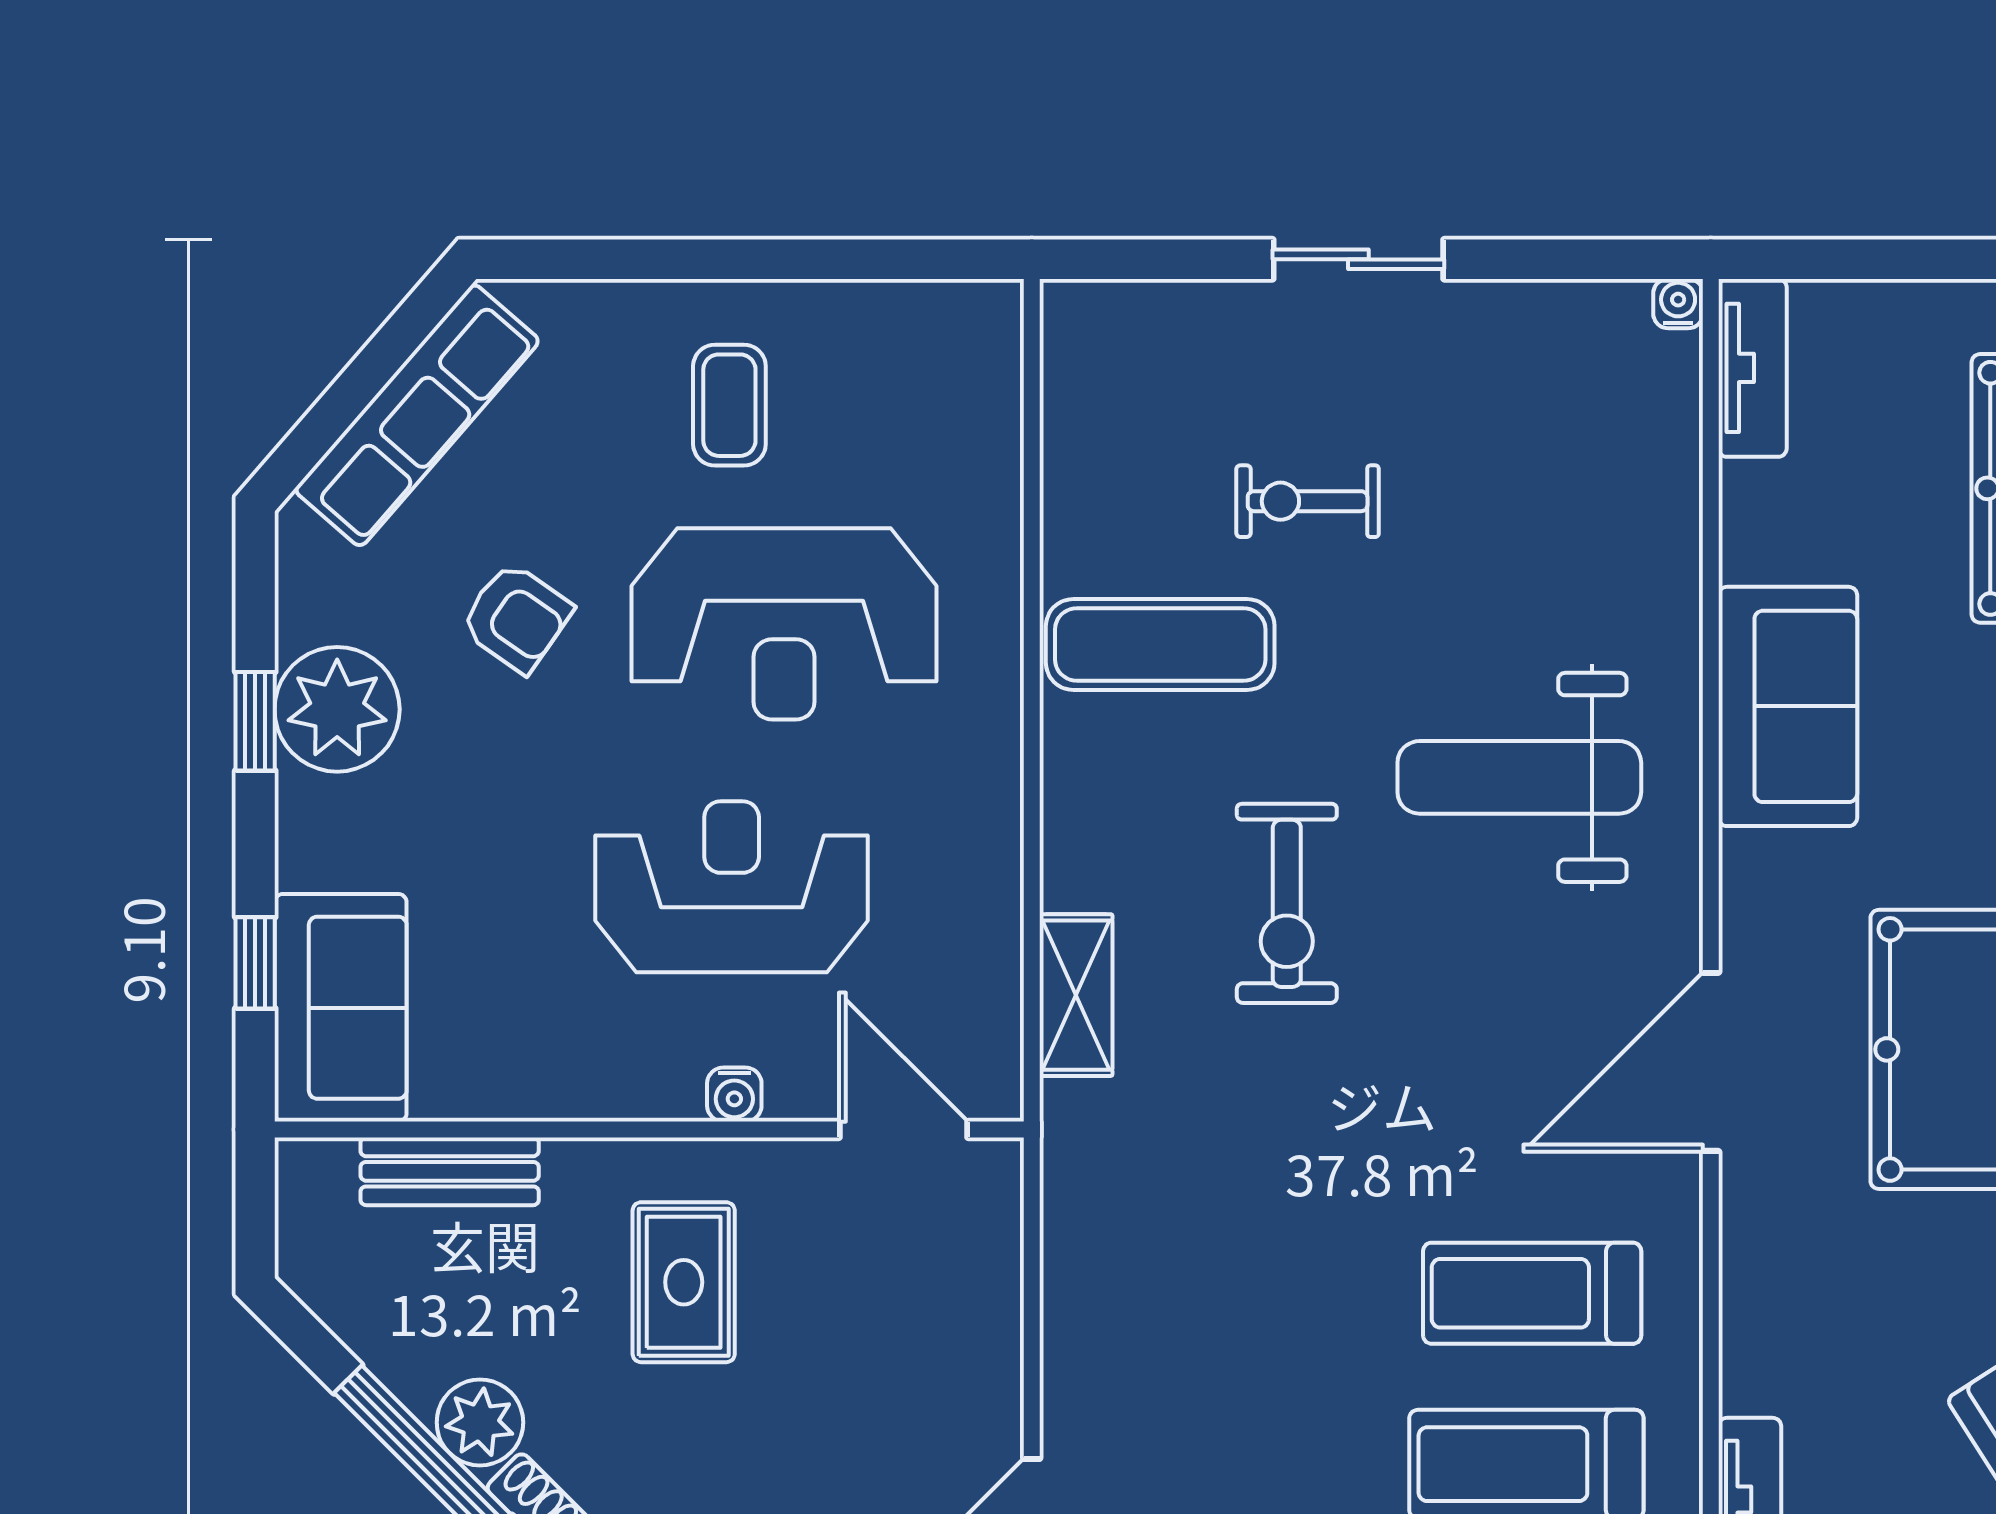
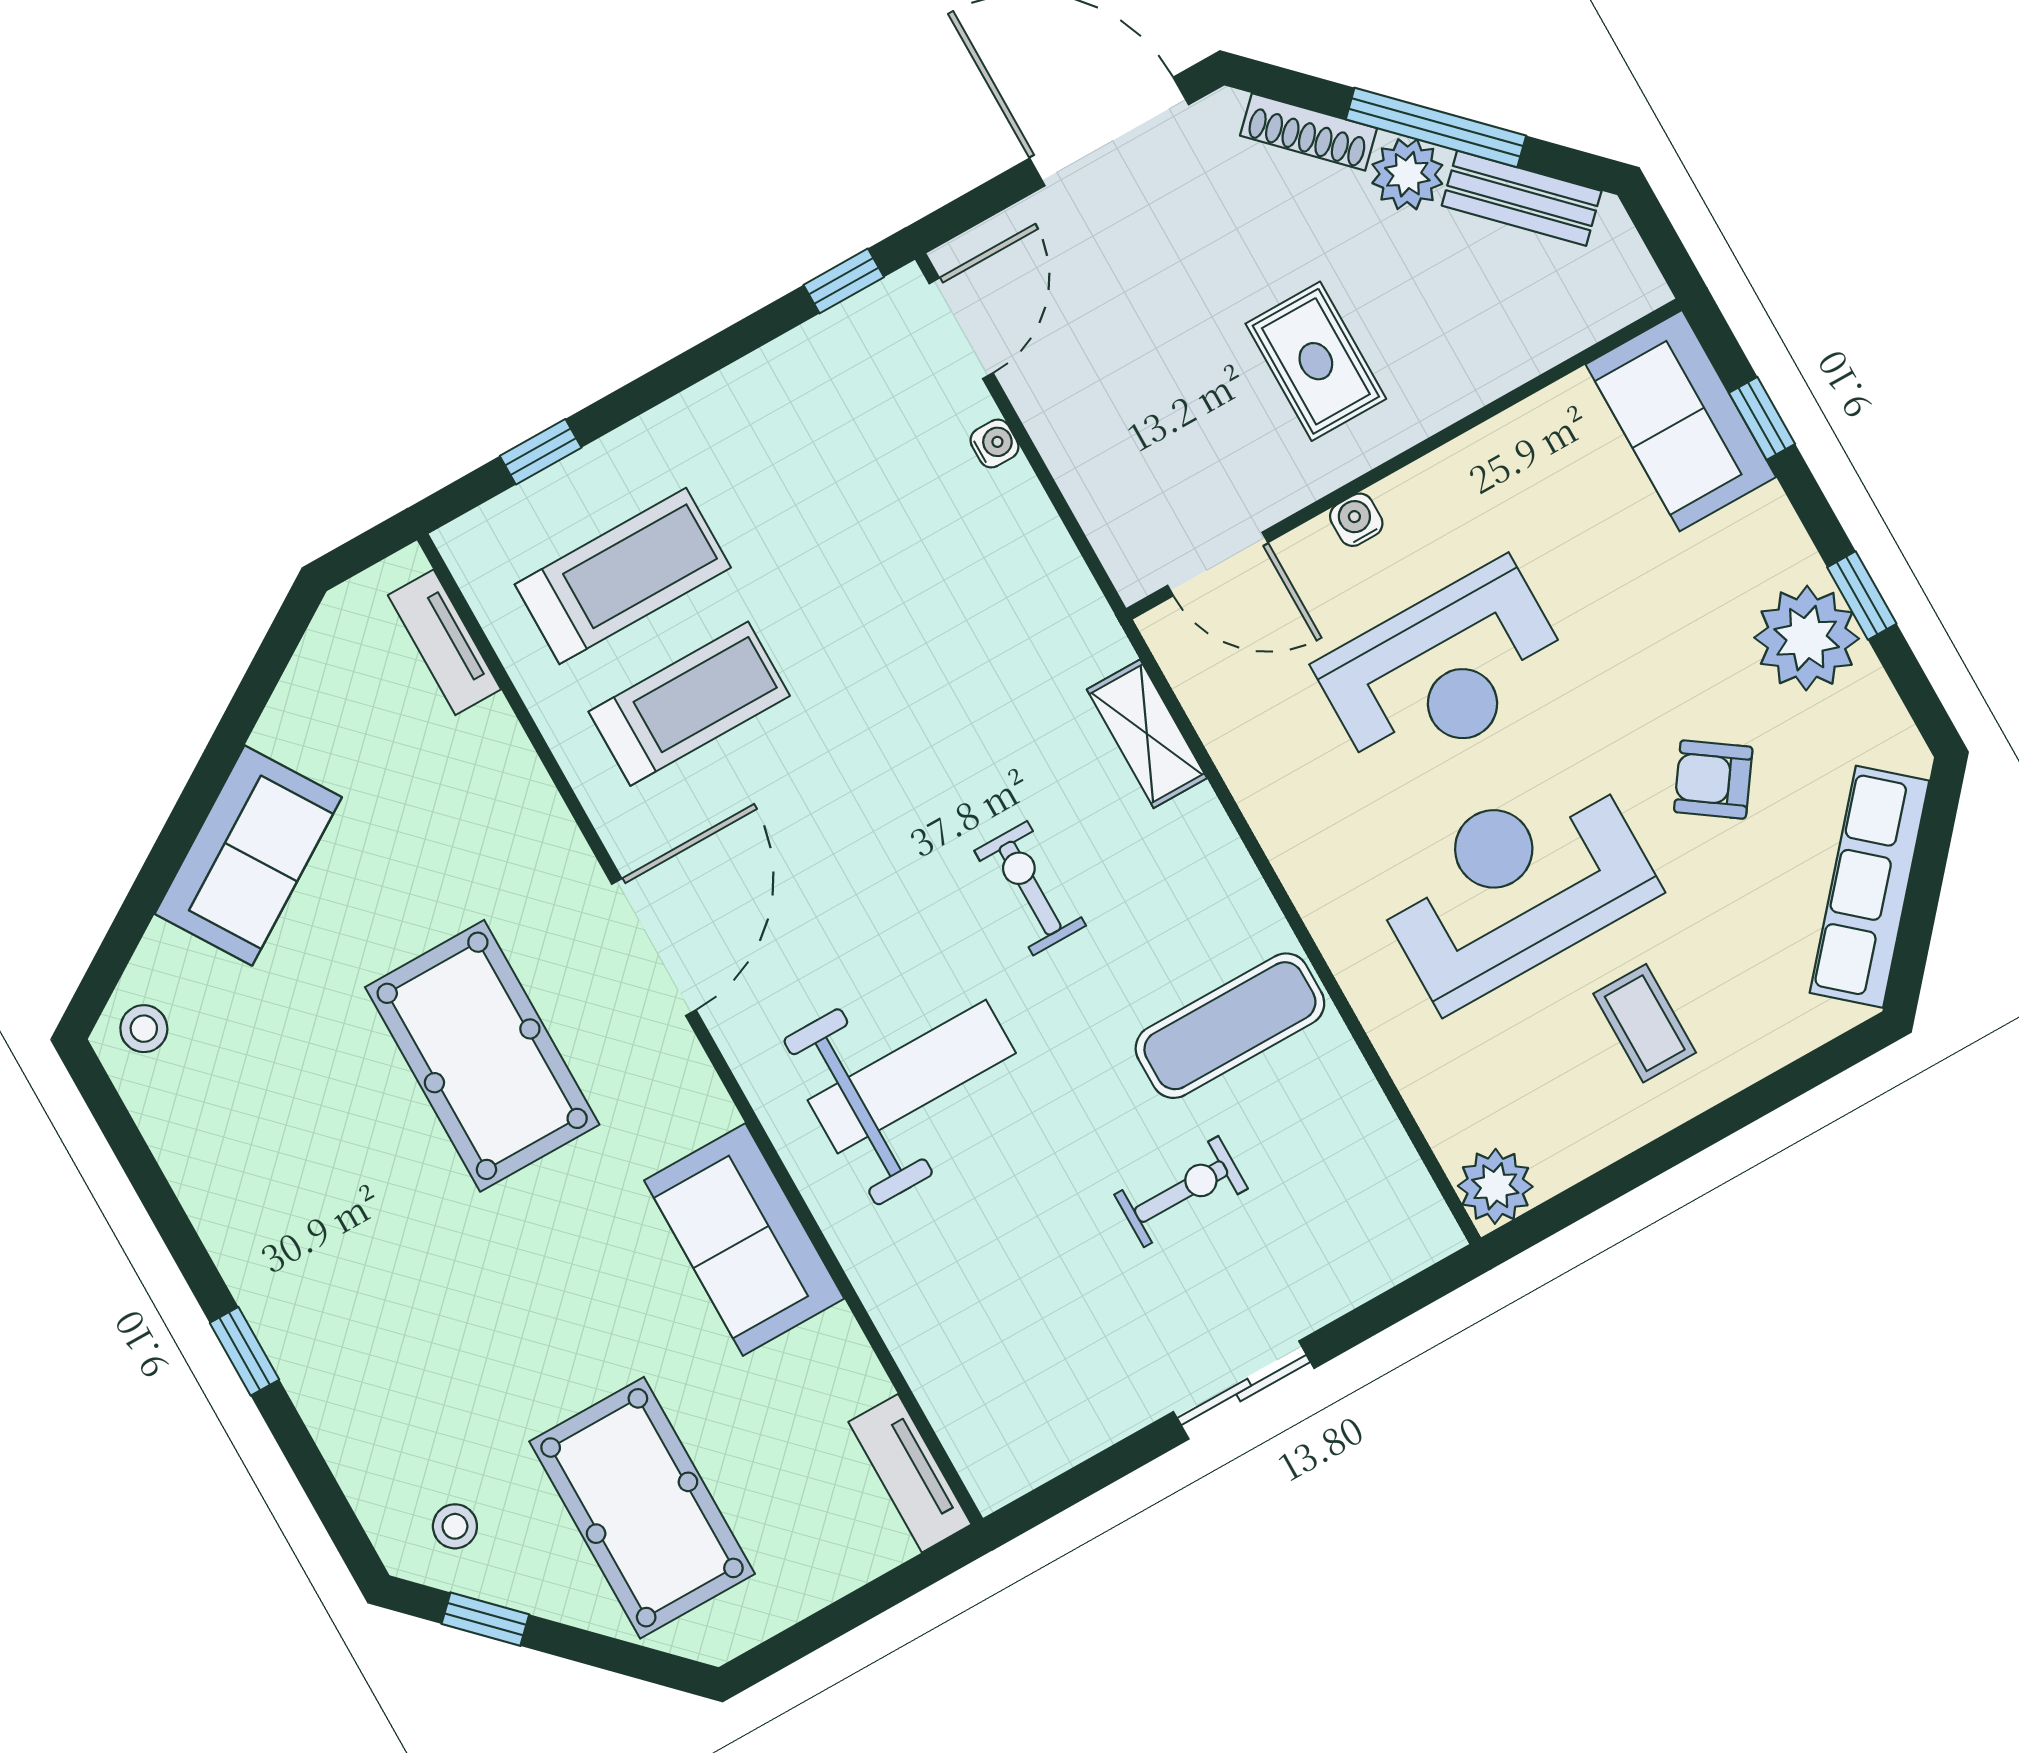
water cooler: (1678, 304) -> (995, 444), moved, turned -90
plant: (979, 323) -> (1495, 1186), added
exercise bike: (1287, 903) -> (1030, 888), width x0.73, depth x0.72
bench: (450, 1171) -> (1522, 198), moved, turned 45

